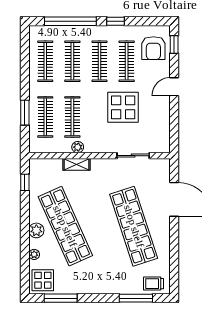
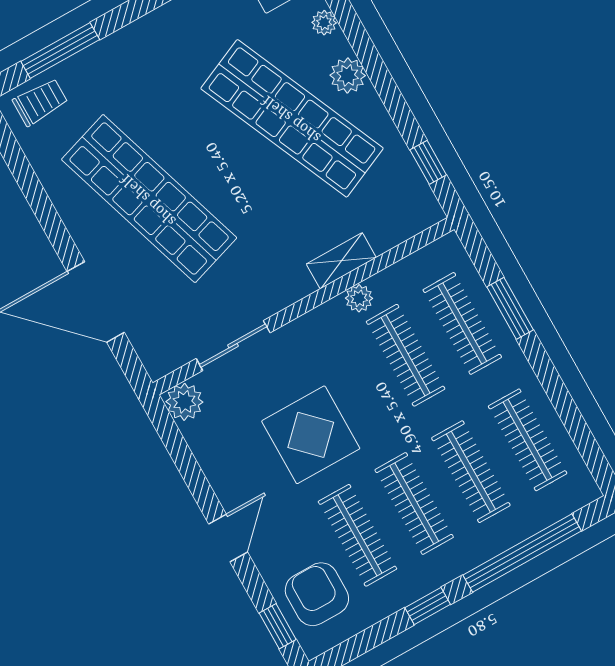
plant: (162, 145) -> (184, 402), added

